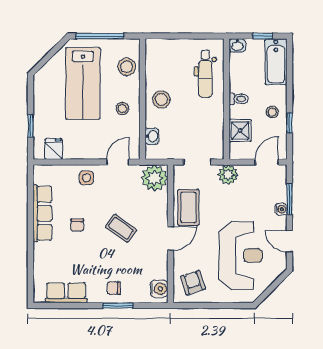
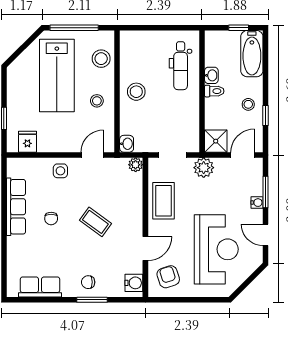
washbasin: (237, 45) -> (211, 75), moved, turned -90
shower: (240, 130) -> (216, 141), moved
washbasin: (152, 136) -> (127, 144), moved
plant: (154, 178) -> (136, 165), width x0.53, depth x0.53
door: (170, 238) -> (145, 249), moved

